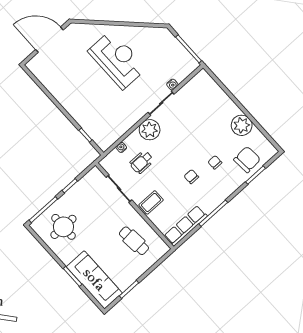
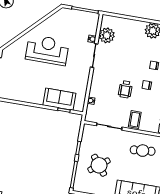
sofa: (90, 120) -> (59, 99), added
plant: (150, 130) -> (107, 35), moved
wheelchair: (142, 162) -> (125, 89), moved
round table: (63, 227) -> (99, 165), moved, turned -38

